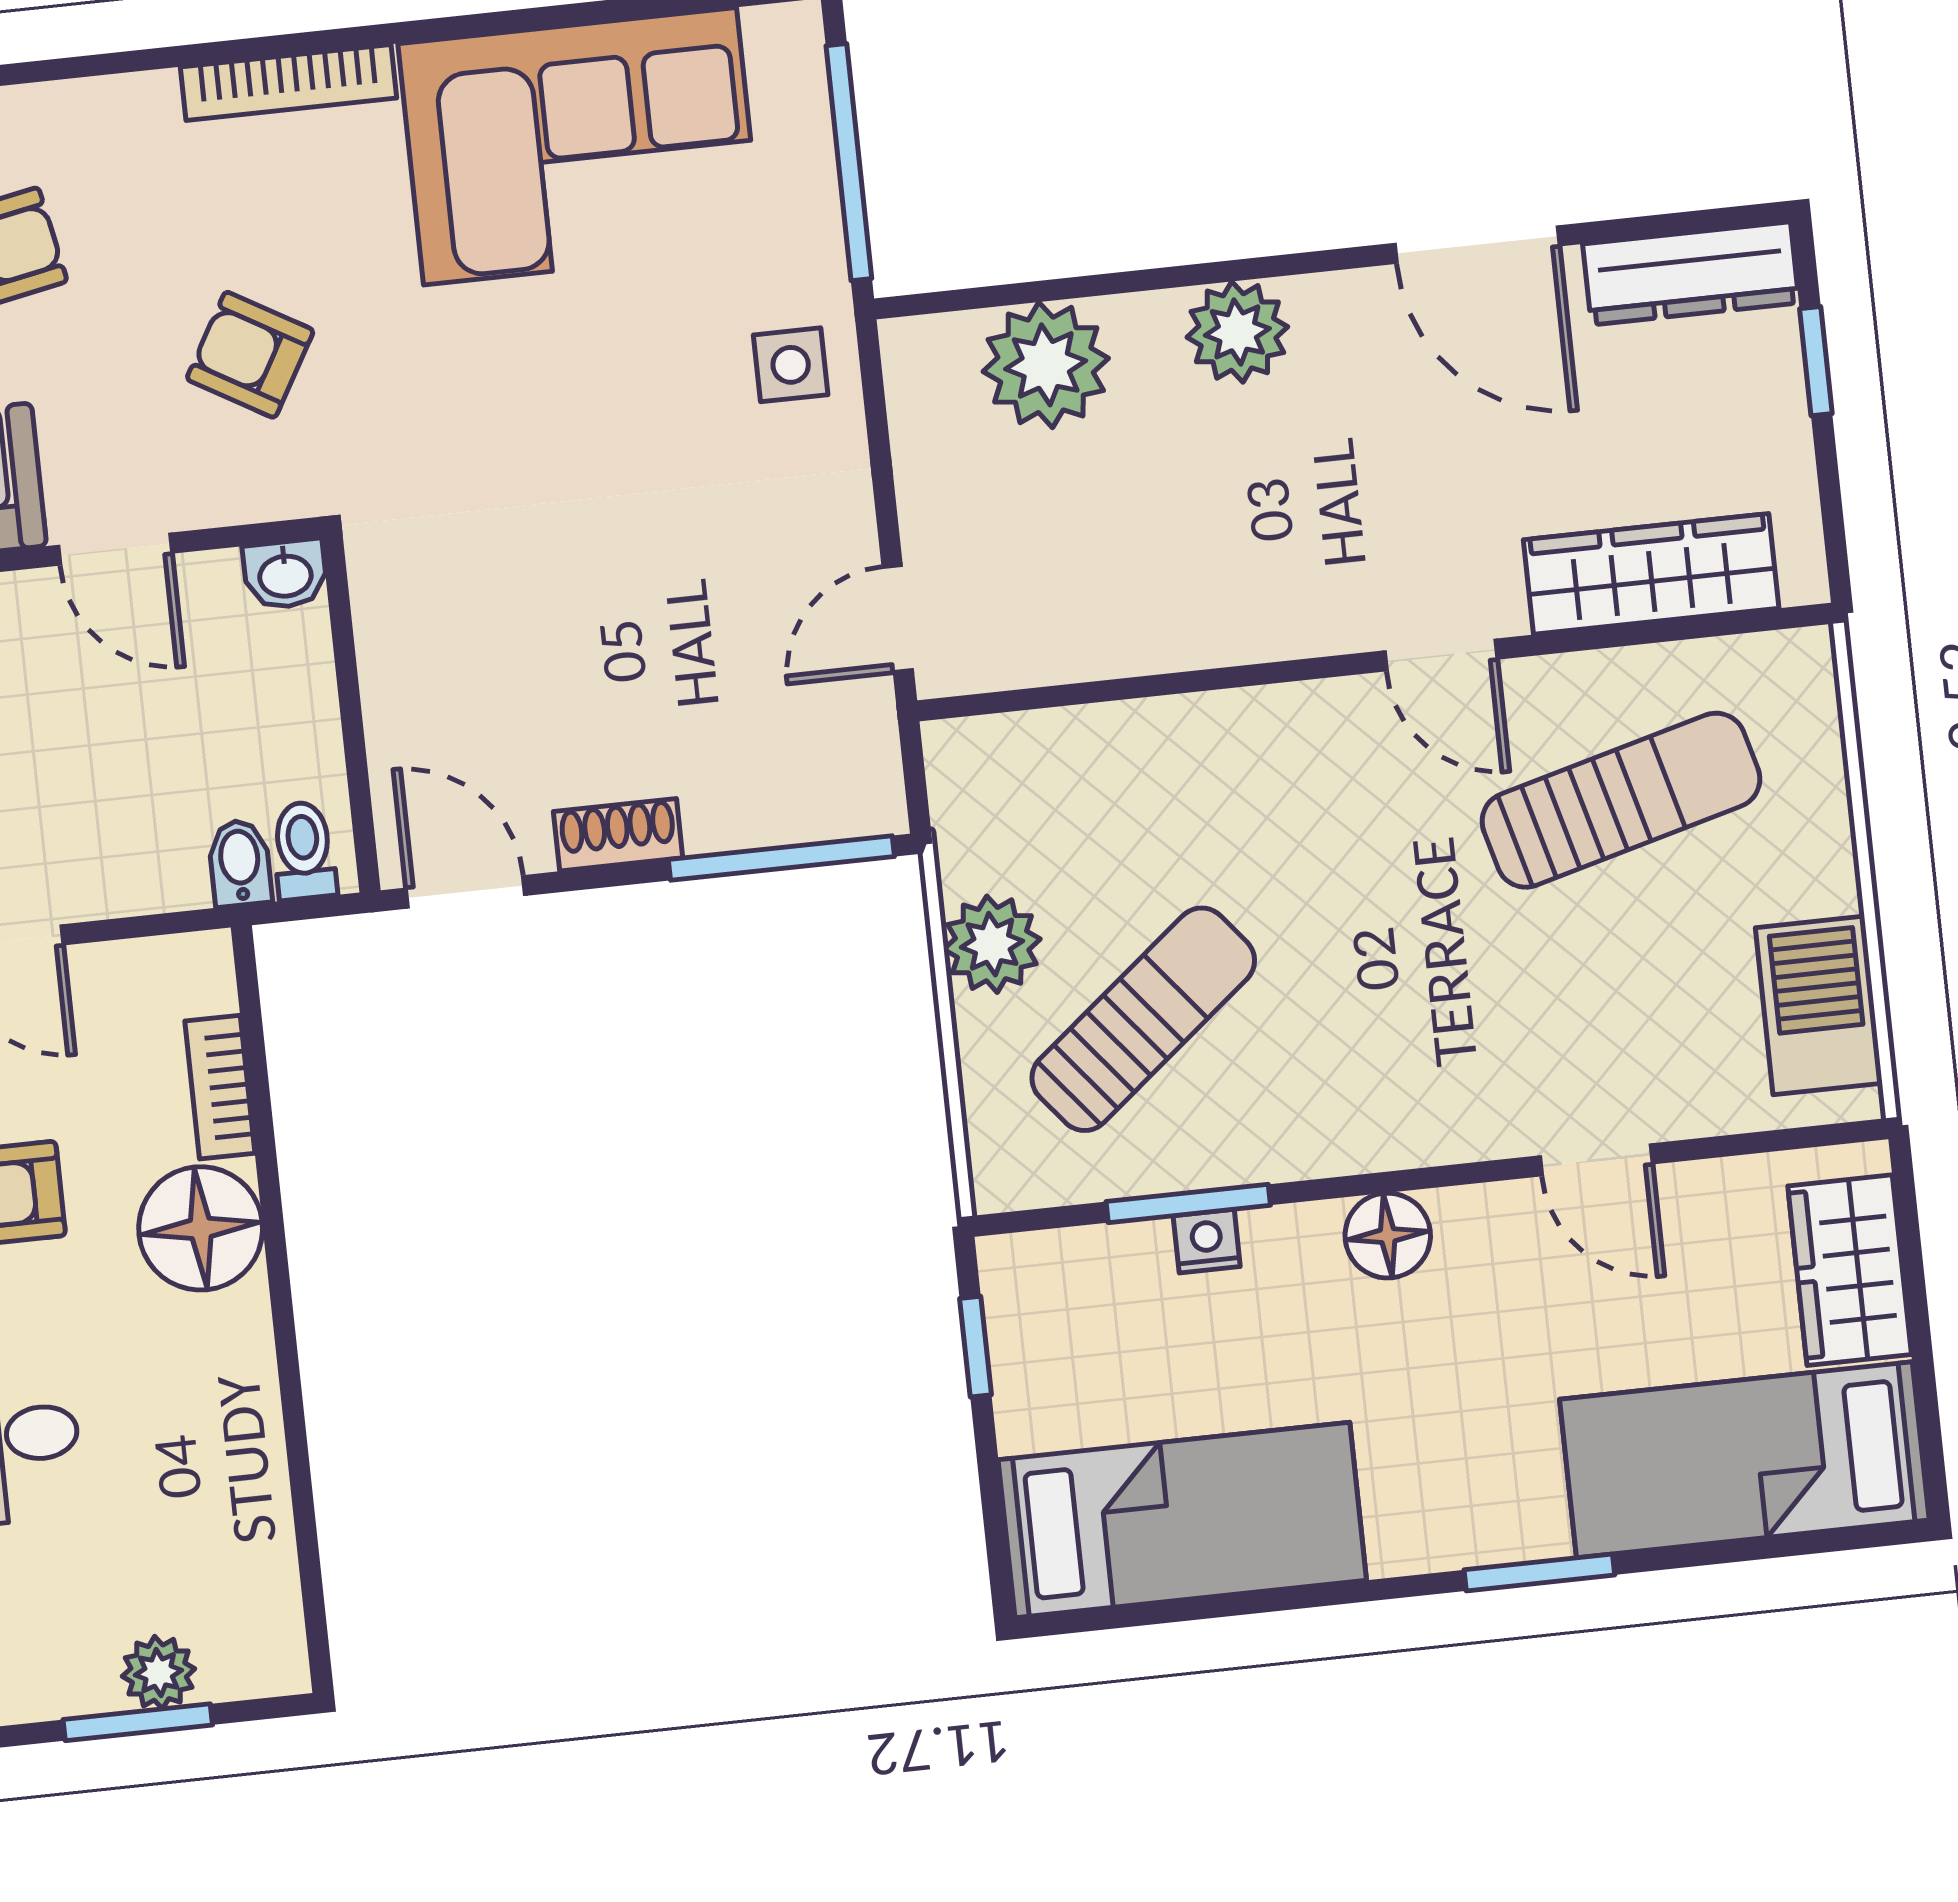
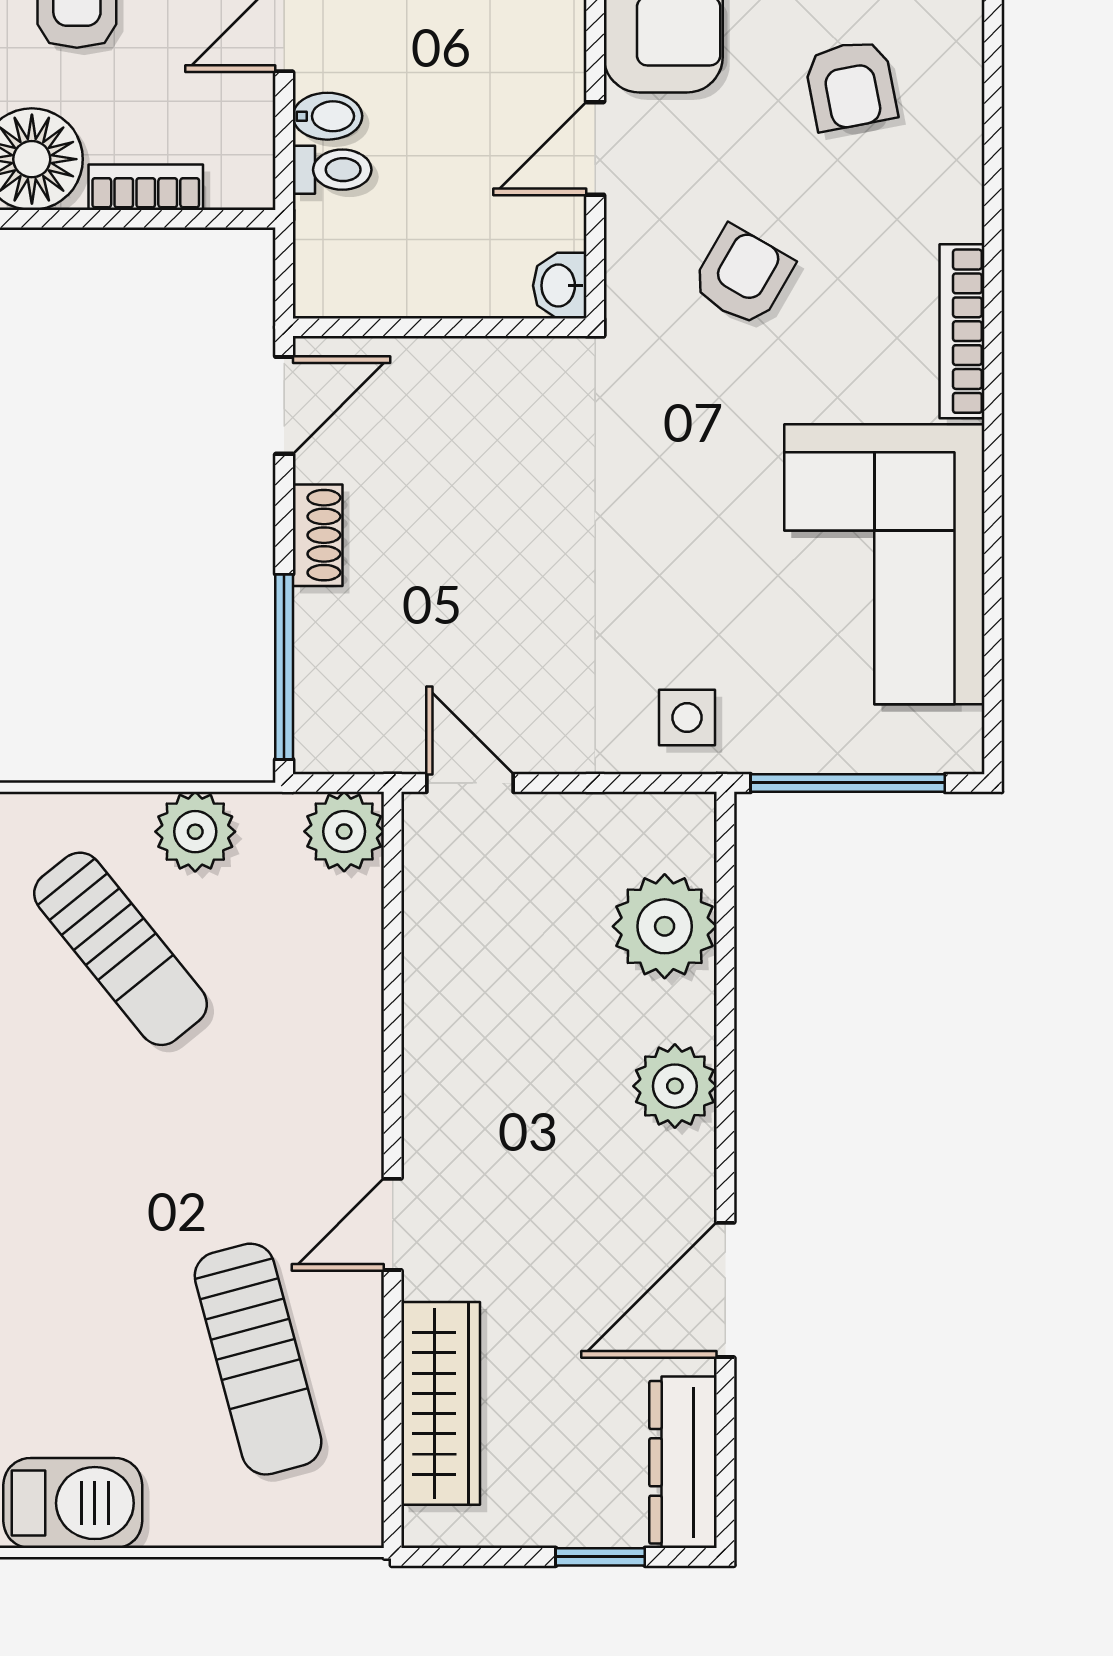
plant: (973, 764) -> (344, 831), added
toilet: (304, 851) -> (332, 170), moved
bidet: (240, 863) -> (327, 116), moved

